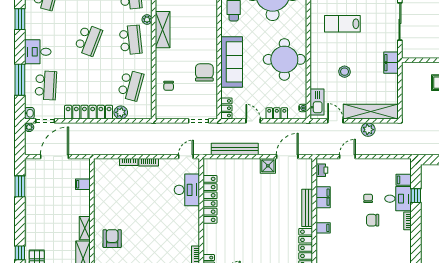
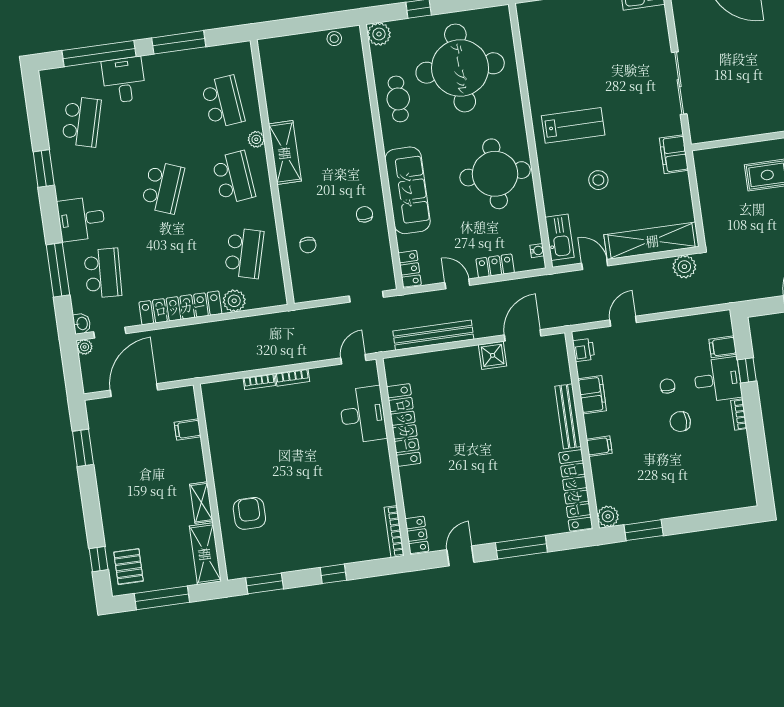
lab bench: (342, 24) -> (573, 125), moved, turned 180
chair: (204, 72) -> (364, 214), width x0.54, depth x0.54
plant: (368, 130) -> (684, 267), moved

